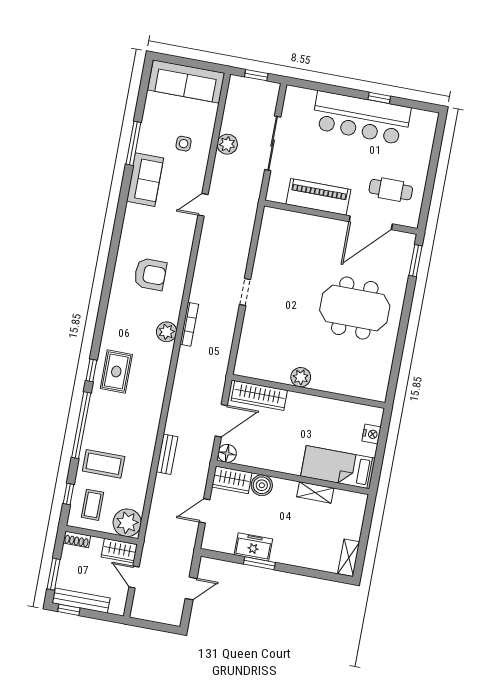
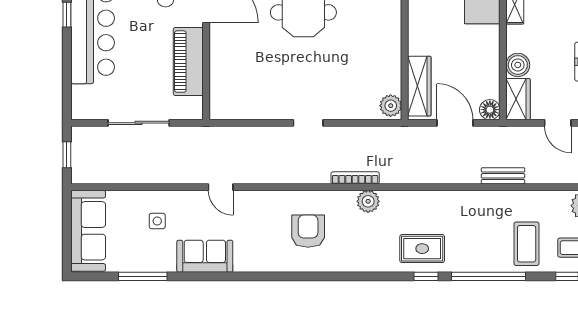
window: (133, 143) -> (143, 276), moved
plant: (227, 144) -> (149, 173), removed
plant: (301, 377) -> (391, 106), moved

